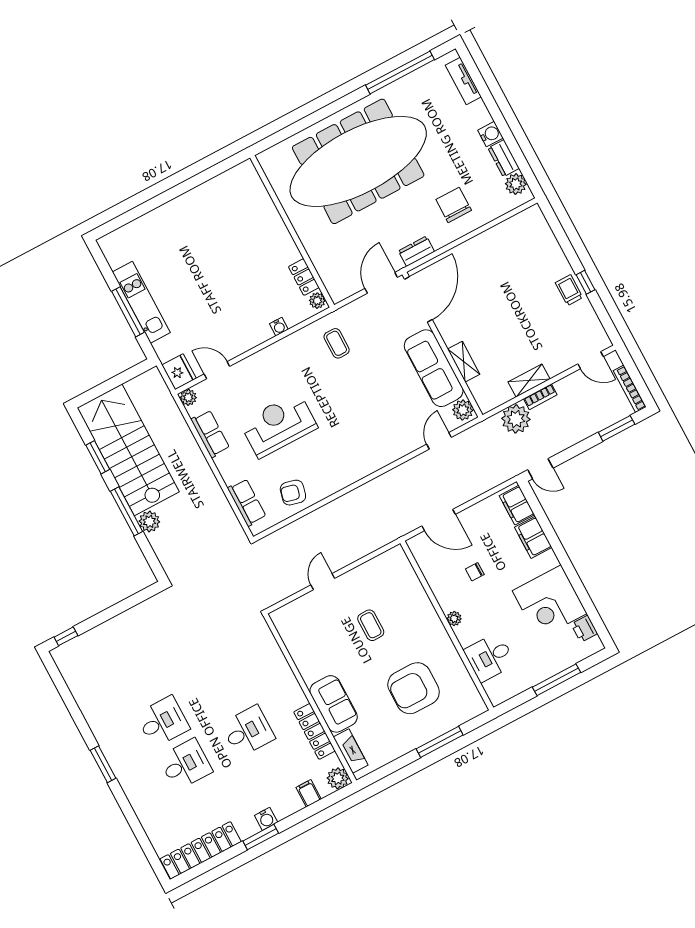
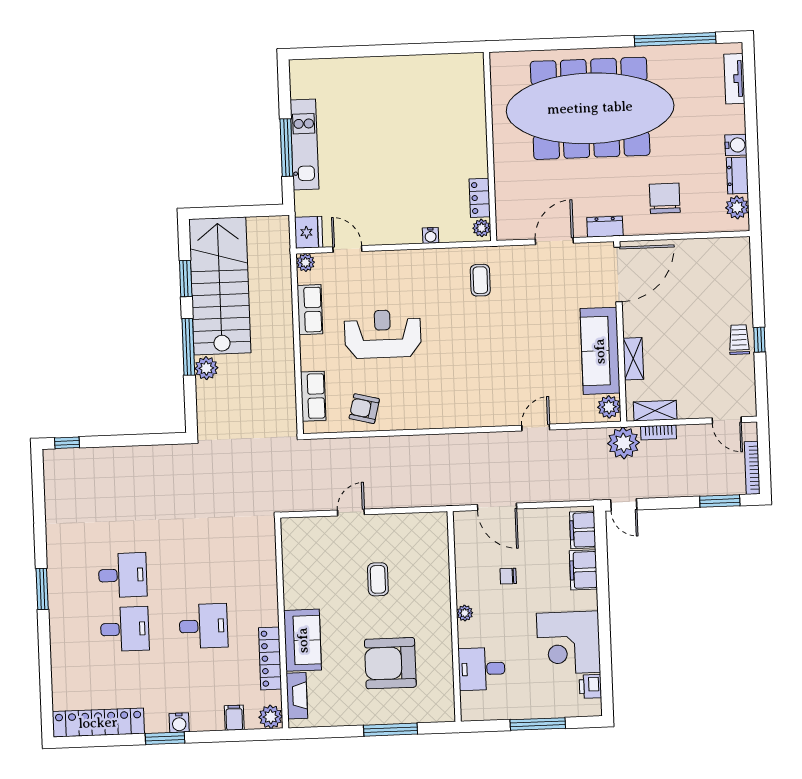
door: (418, 299) -> (618, 274), moved
wall: (442, 345) -> (620, 331), moved
shelving: (464, 362) -> (633, 359), moved
sofa: (434, 368) -> (600, 351), moved
plant: (463, 410) -> (609, 407), moved

